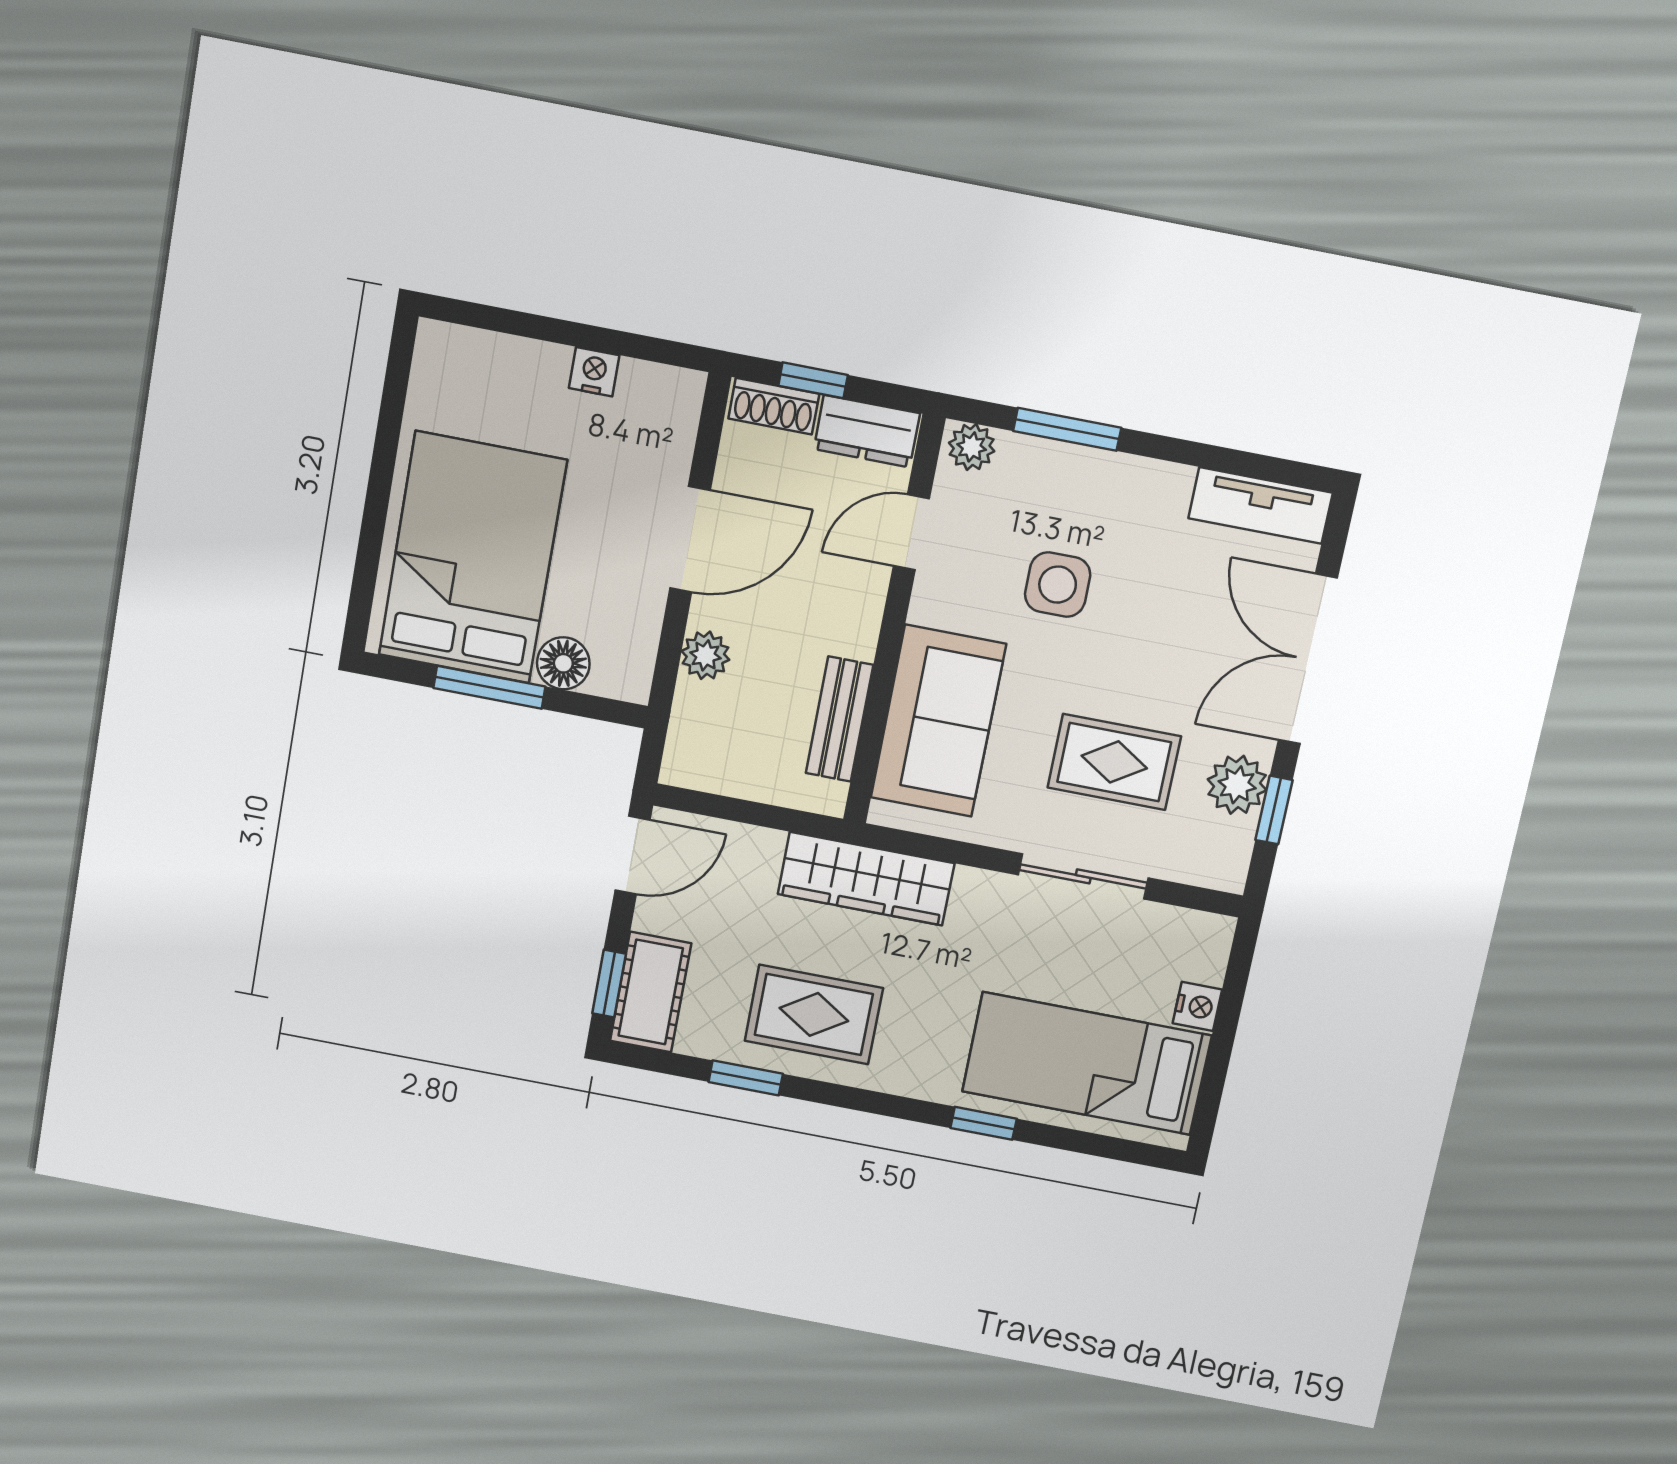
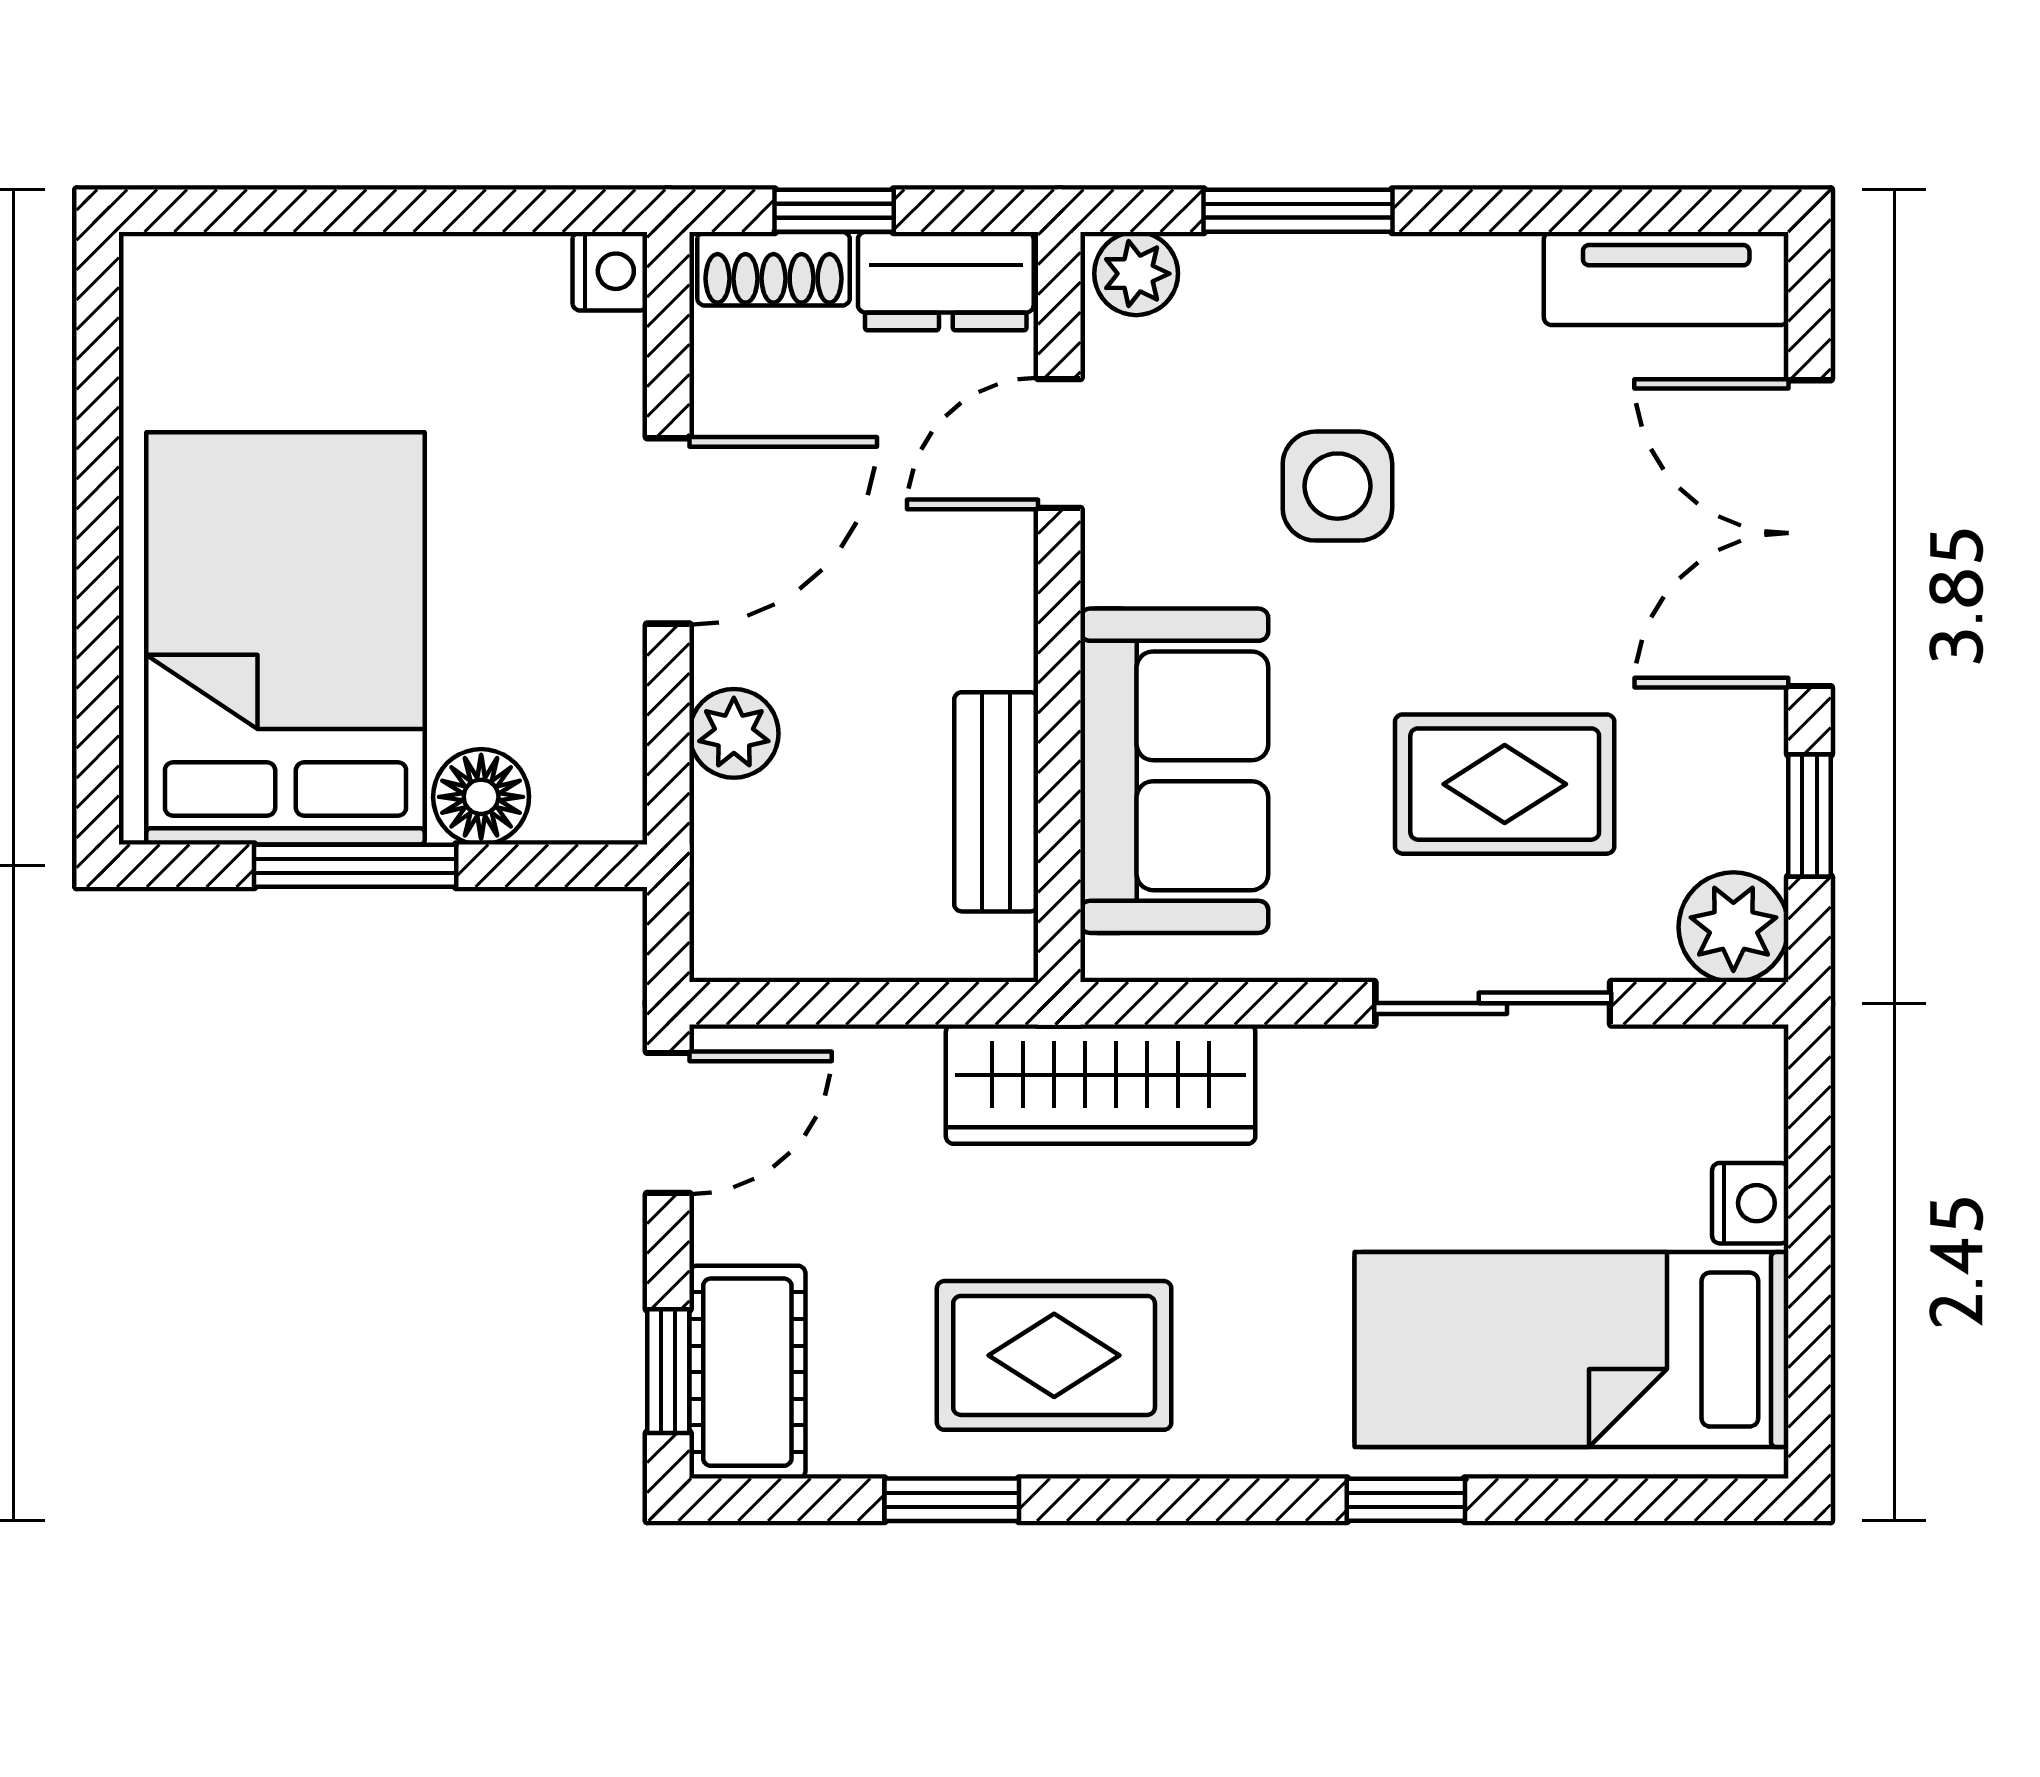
nightstand: (594, 372) -> (610, 271), moved, turned 90
plant: (1237, 785) -> (1733, 927), moved

